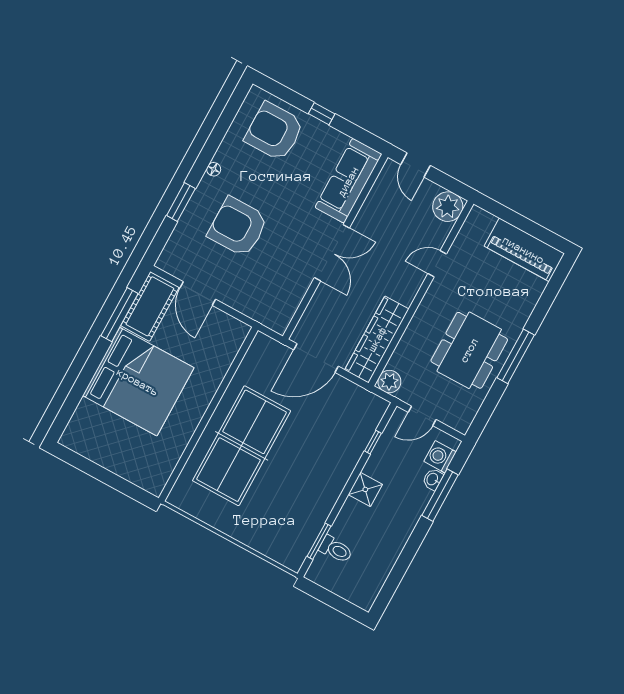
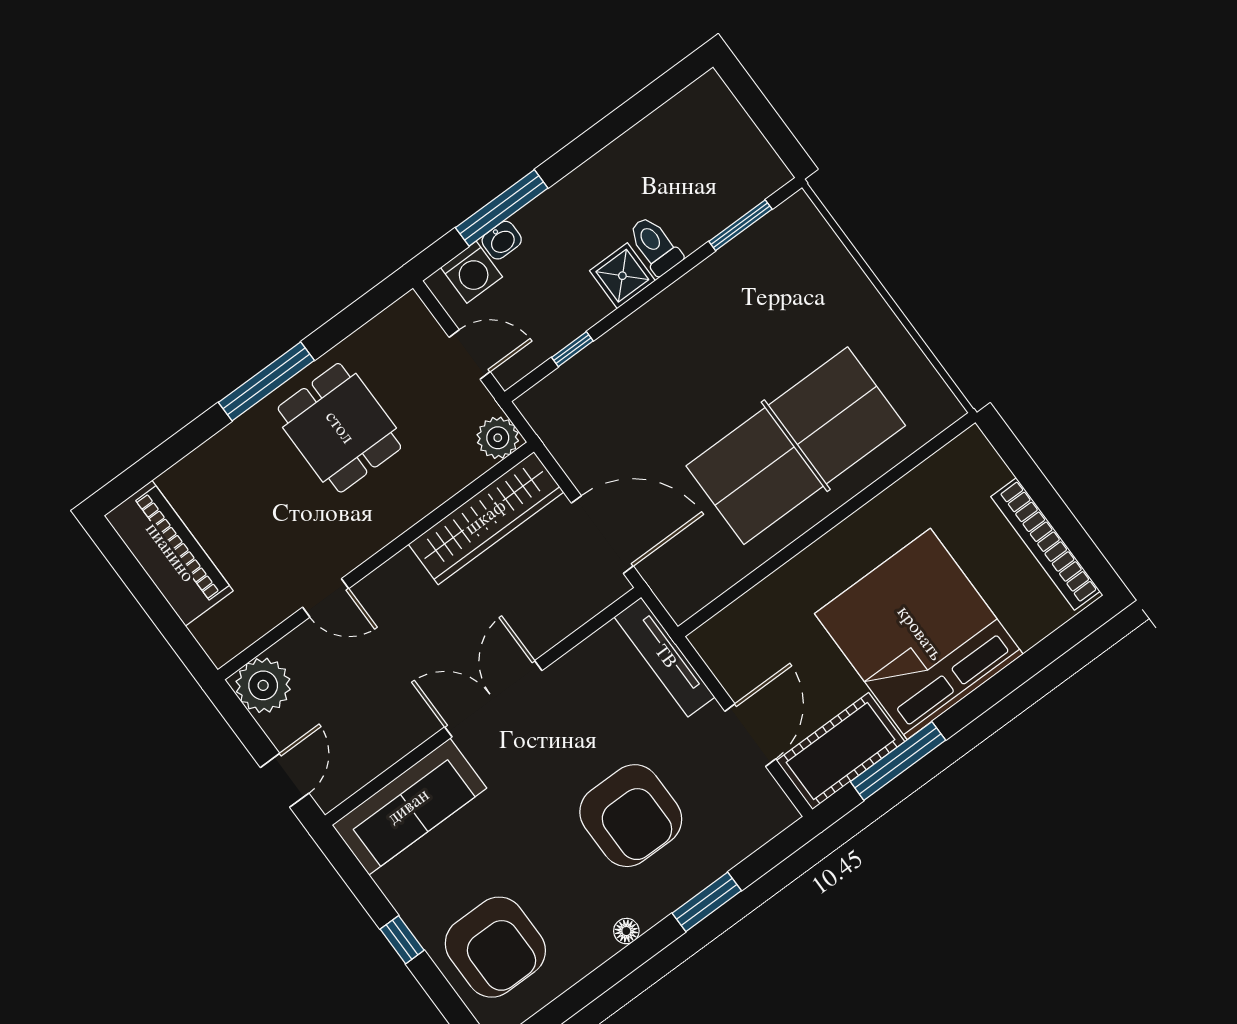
tv unit: (258, 312) -> (665, 657), added
dining table: (469, 350) -> (339, 428), width x0.73
bookcase: (97, 455) -> (1045, 544), added
toilet: (336, 549) -> (655, 245), moved

